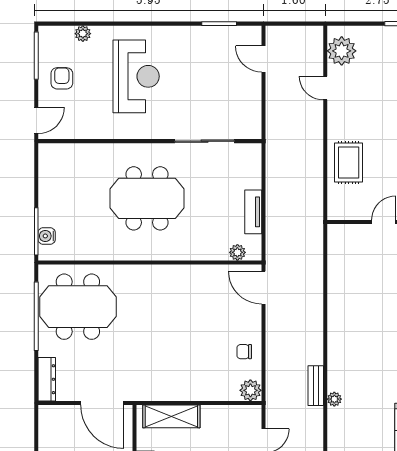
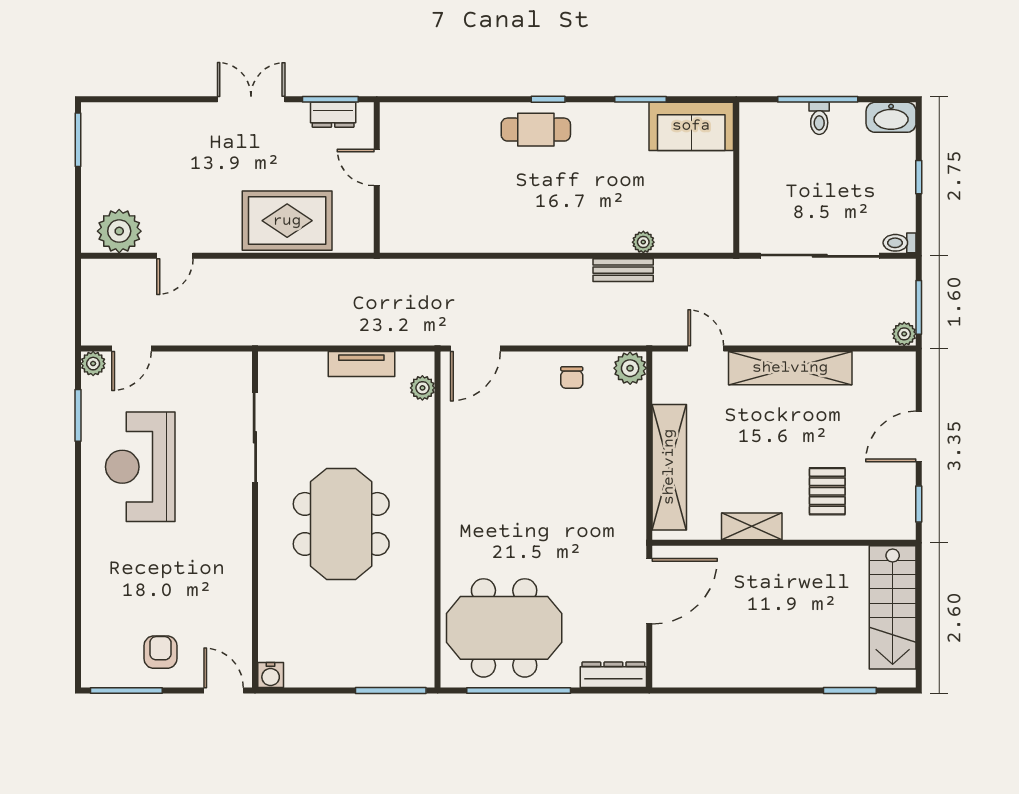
plant: (83, 34) -> (93, 364), moved
reception desk: (136, 76) -> (140, 467), moved, turned -90
armchair: (62, 78) -> (160, 652), turned 90
rug: (349, 163) -> (287, 221), width x1.36, depth x1.43
water cooler: (47, 236) -> (271, 675), moved
meeting table: (78, 307) -> (504, 628), turned 90
shelving: (171, 416) -> (669, 467), width x1.47

